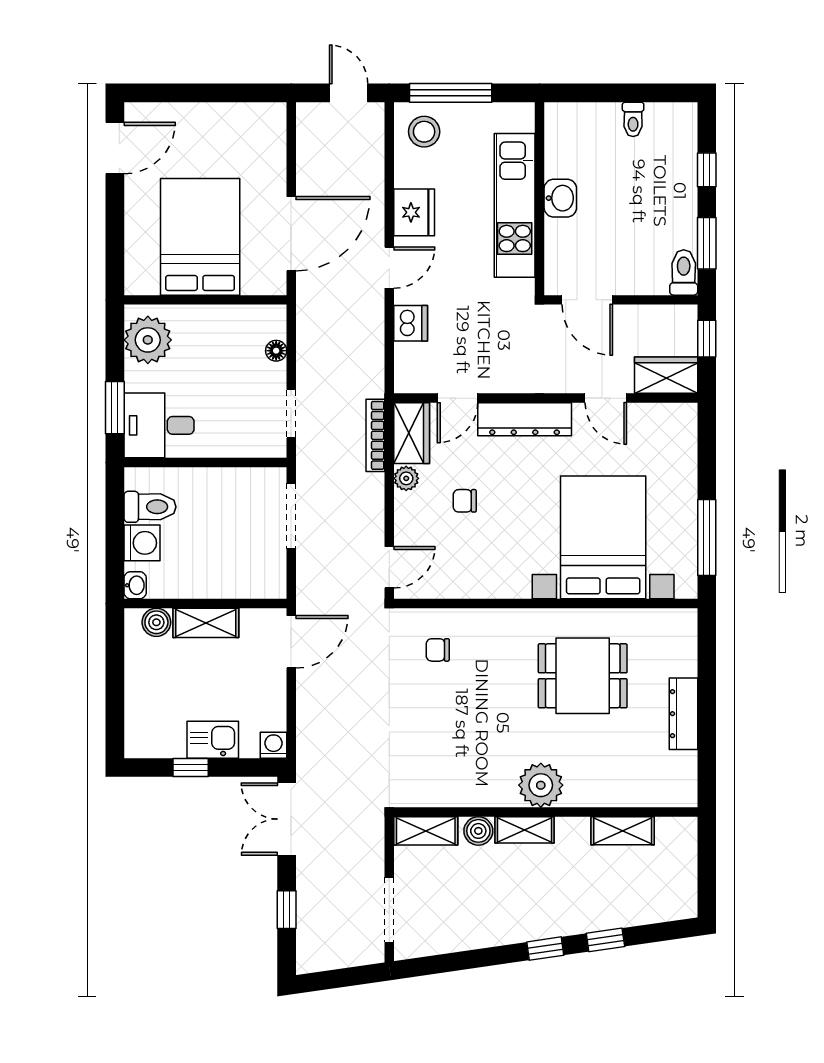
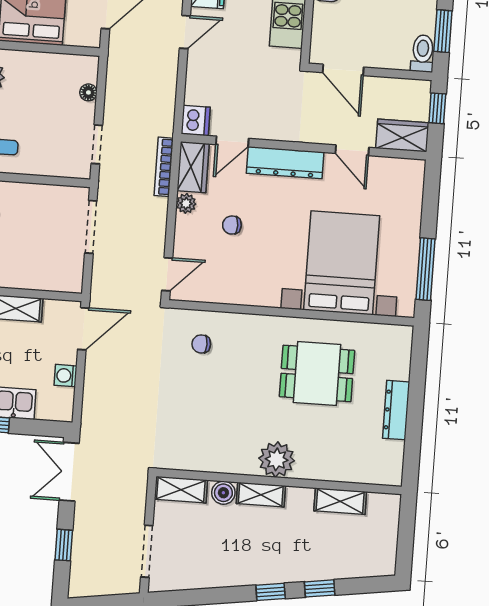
dishwasher: (411, 323) -> (196, 121), moved
washing machine: (274, 745) -> (66, 376), moved, turned -90

